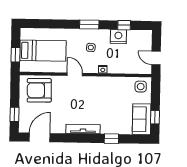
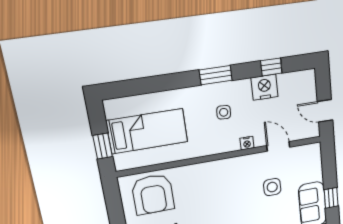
door: (75, 74) -> (278, 146), moved
side table: (141, 87) -> (272, 187), moved
armchair: (39, 90) -> (153, 194), turned -89

